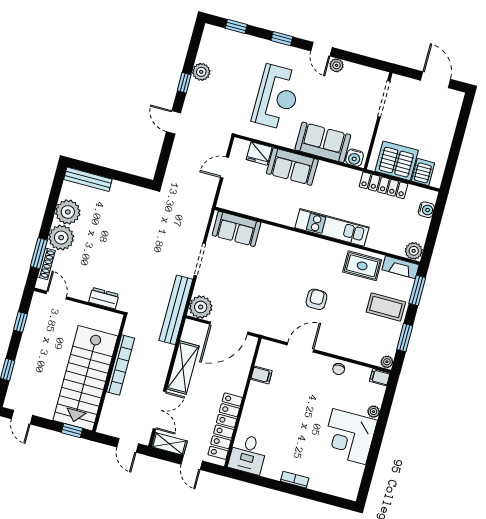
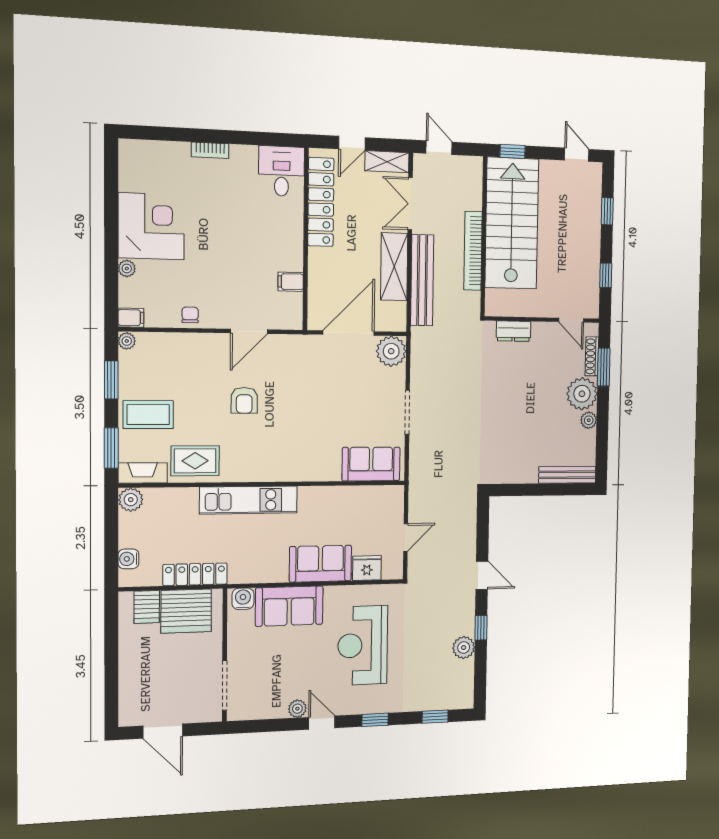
plant: (68, 212) -> (589, 420), width x0.53, depth x0.53
bench: (176, 310) -> (422, 280), moved
door: (192, 463) -> (352, 143), swing flipped

